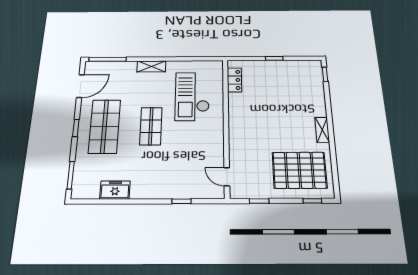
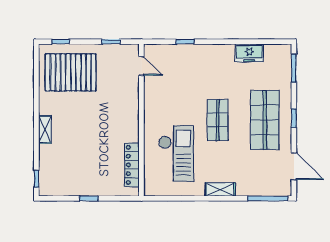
locker: (234, 80) -> (132, 165), width x1.53
door: (80, 86) -> (294, 166), swing flipped
shelving: (322, 130) -> (45, 130), moved

